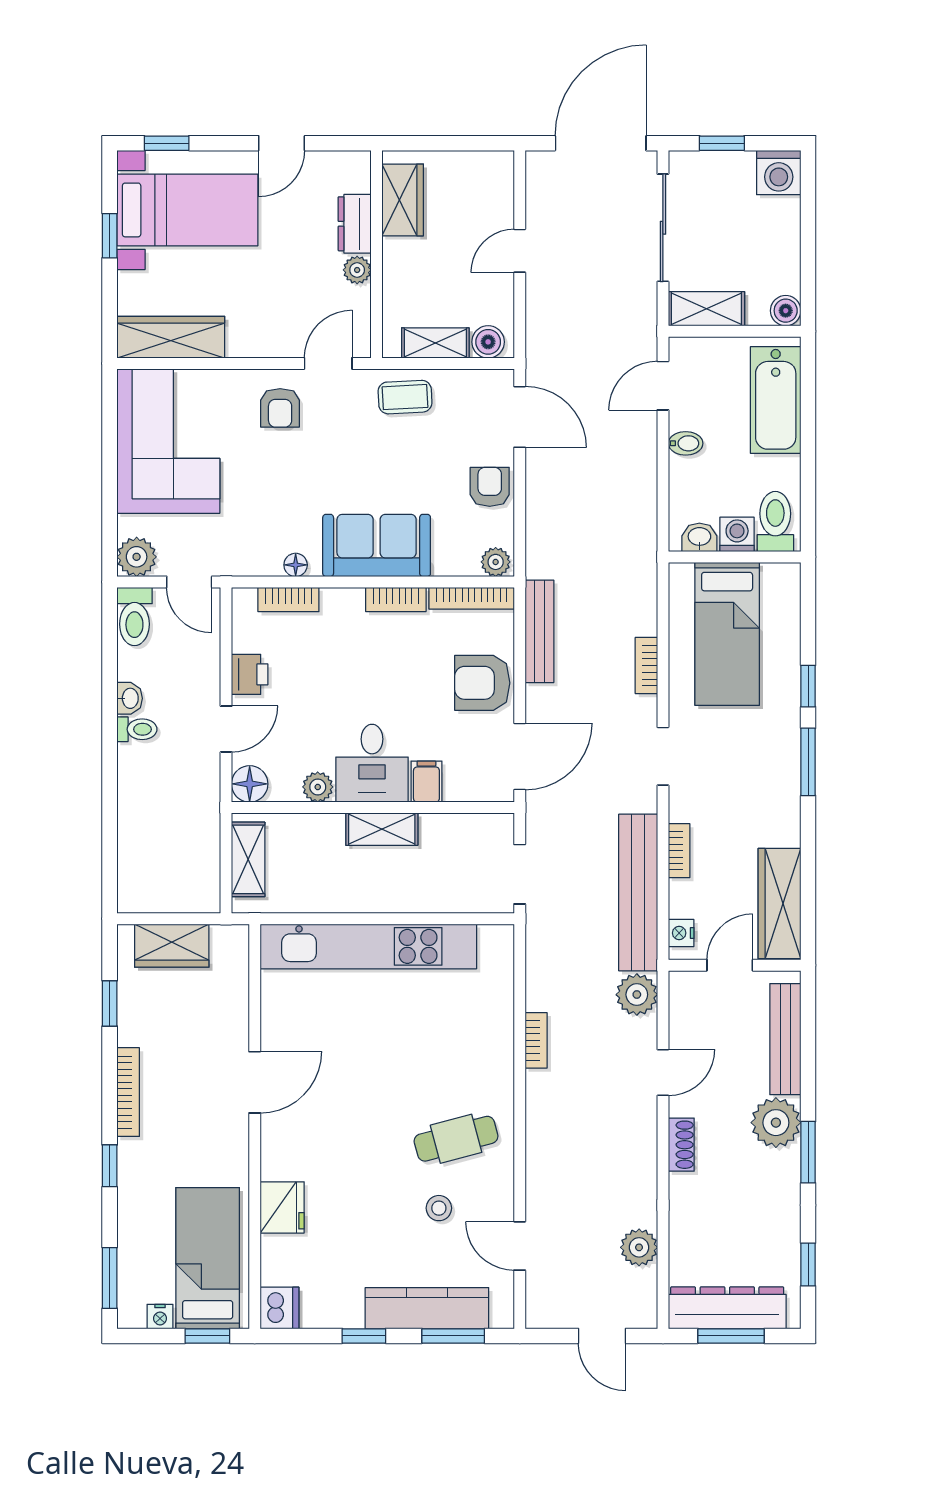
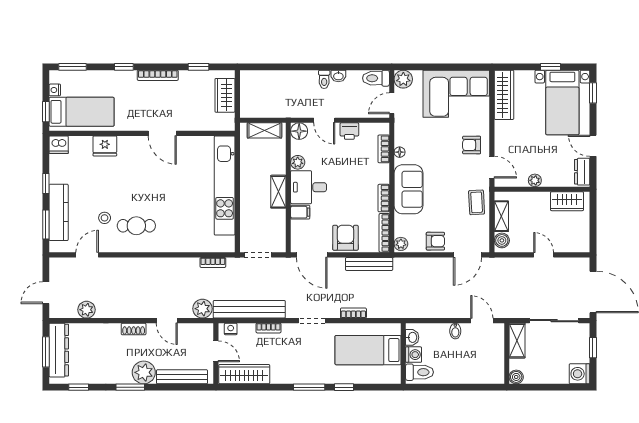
dresser: (355, 224) -> (582, 172), moved, turned -90
bathtub: (776, 400) -> (475, 372), removed
bookcase: (536, 1040) -> (213, 262), moved
cafe table: (456, 1139) -> (136, 226), turned -75

